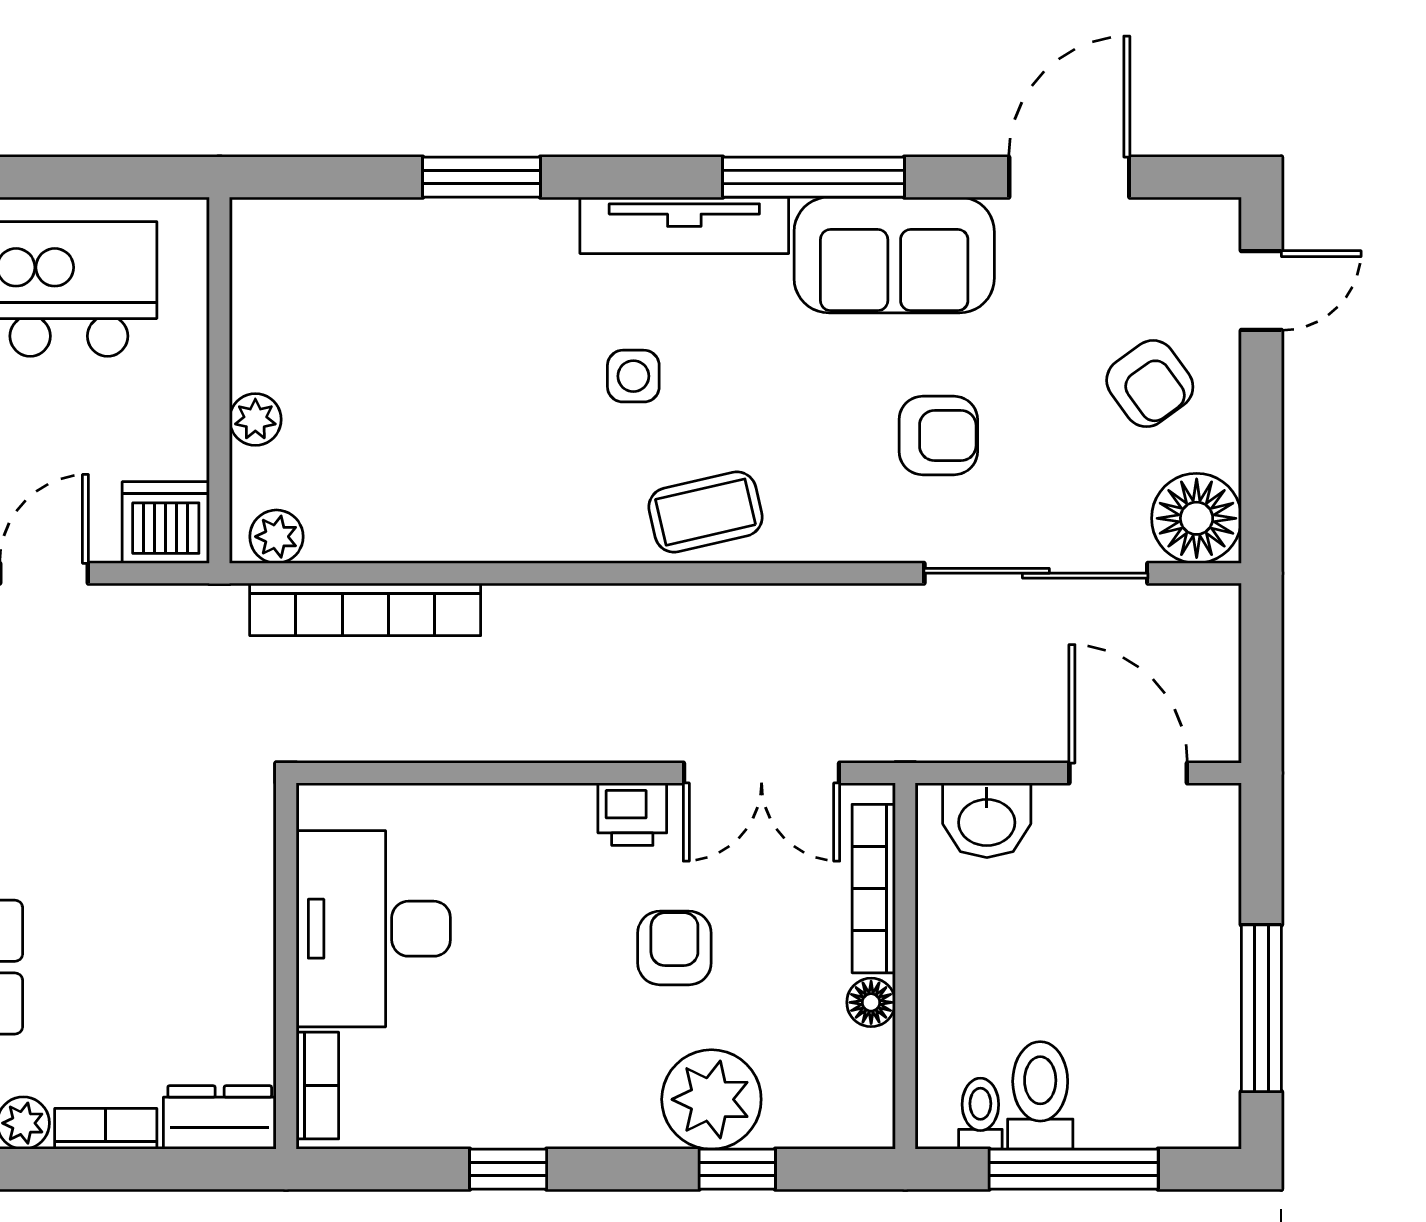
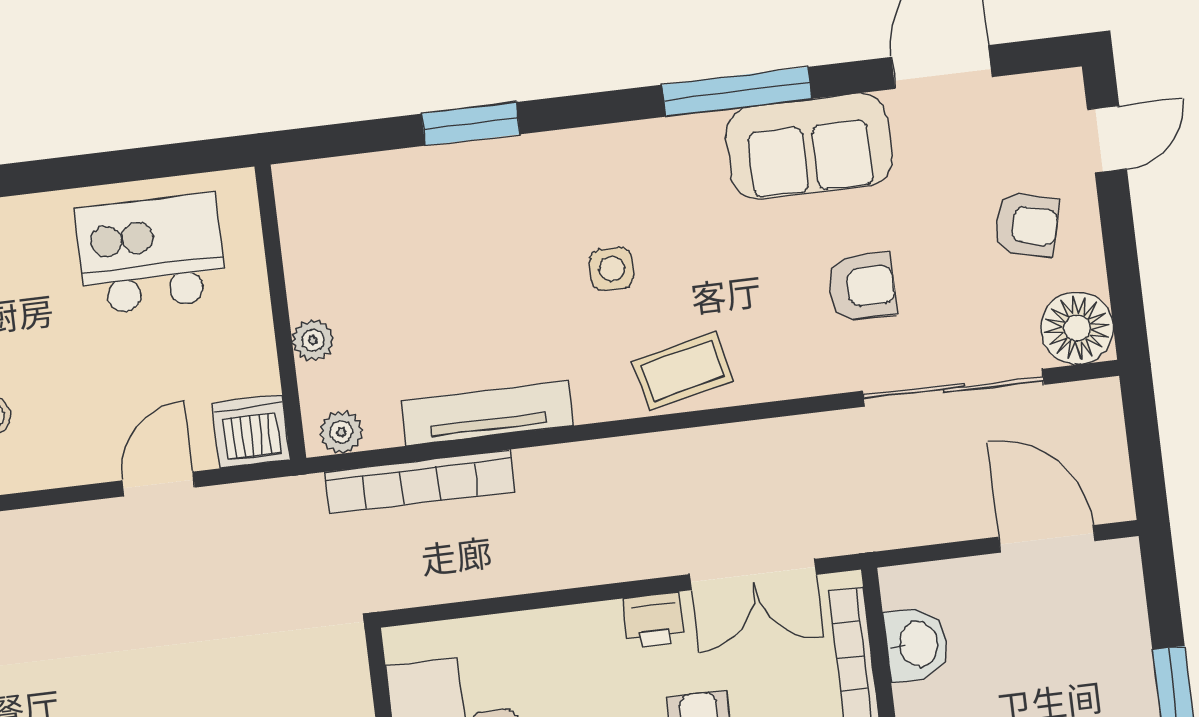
tv unit: (684, 225) -> (487, 413), moved, turned 180
armchair: (1150, 384) -> (1026, 225), turned -39
washbasin: (987, 820) -> (917, 644), moved, turned -90

